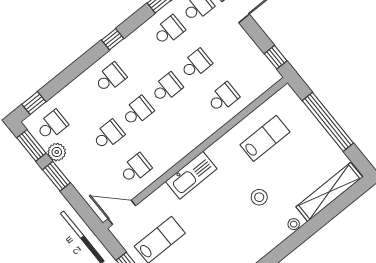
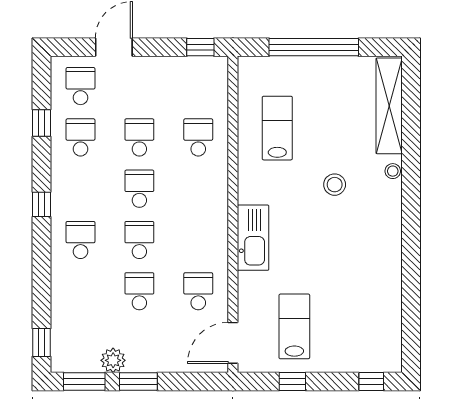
school desk: (52, 125) -> (81, 343), removed

